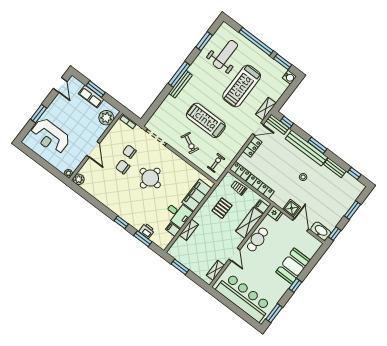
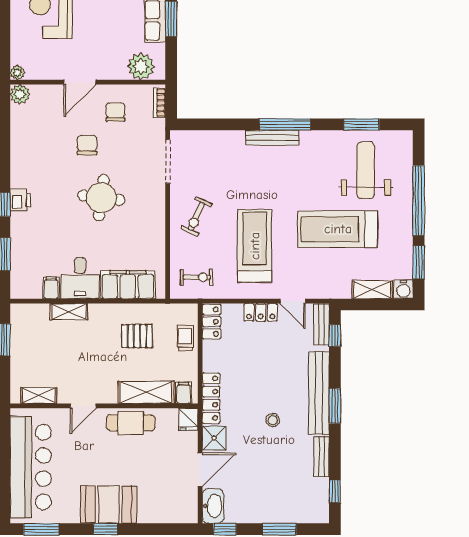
weight bench: (225, 54) -> (366, 170), turned -90
shelving: (266, 109) -> (372, 290), moved
treadmill: (206, 120) -> (255, 246), moved
chair: (129, 152) -> (115, 112), moved
locker: (260, 186) -> (211, 398), moved
printer: (147, 231) -> (20, 200), moved
booth: (293, 266) -> (109, 505), moved

